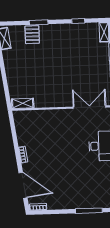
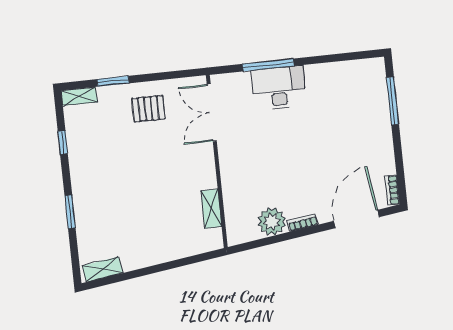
pallet: (32, 35) -> (148, 109), moved
shelving: (23, 103) -> (211, 209), moved
plant: (25, 137) -> (272, 222), added

